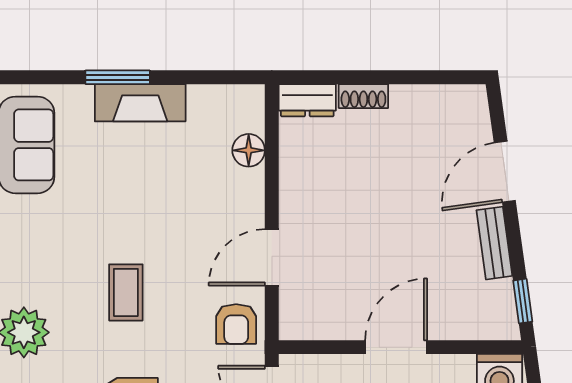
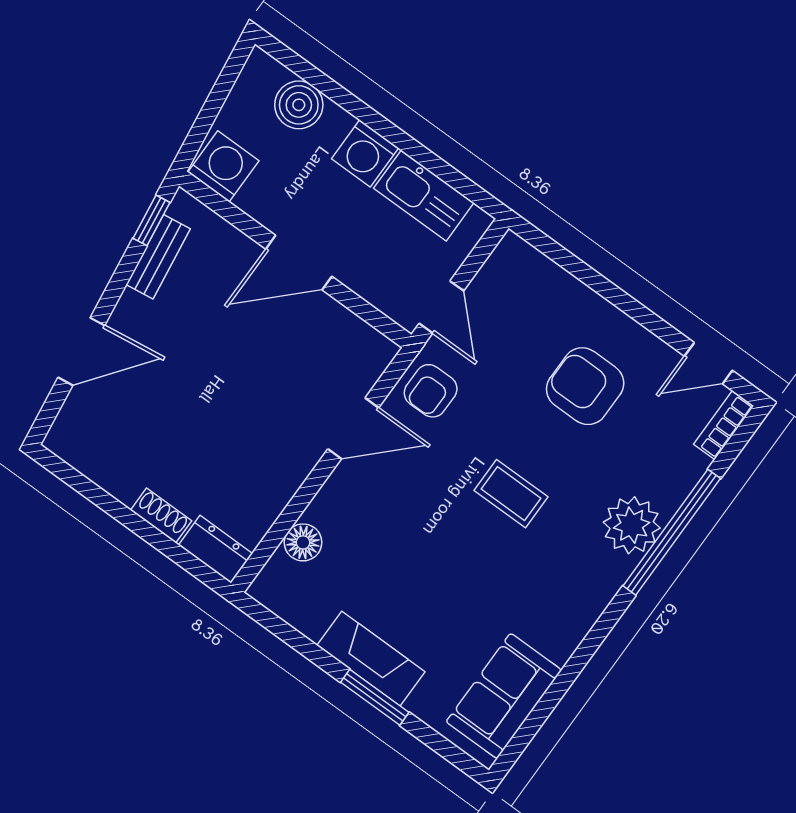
bench: (494, 243) -> (158, 257), moved
coffee table: (126, 292) -> (511, 494), turned 90
armchair: (236, 324) -> (431, 391), turned 180

